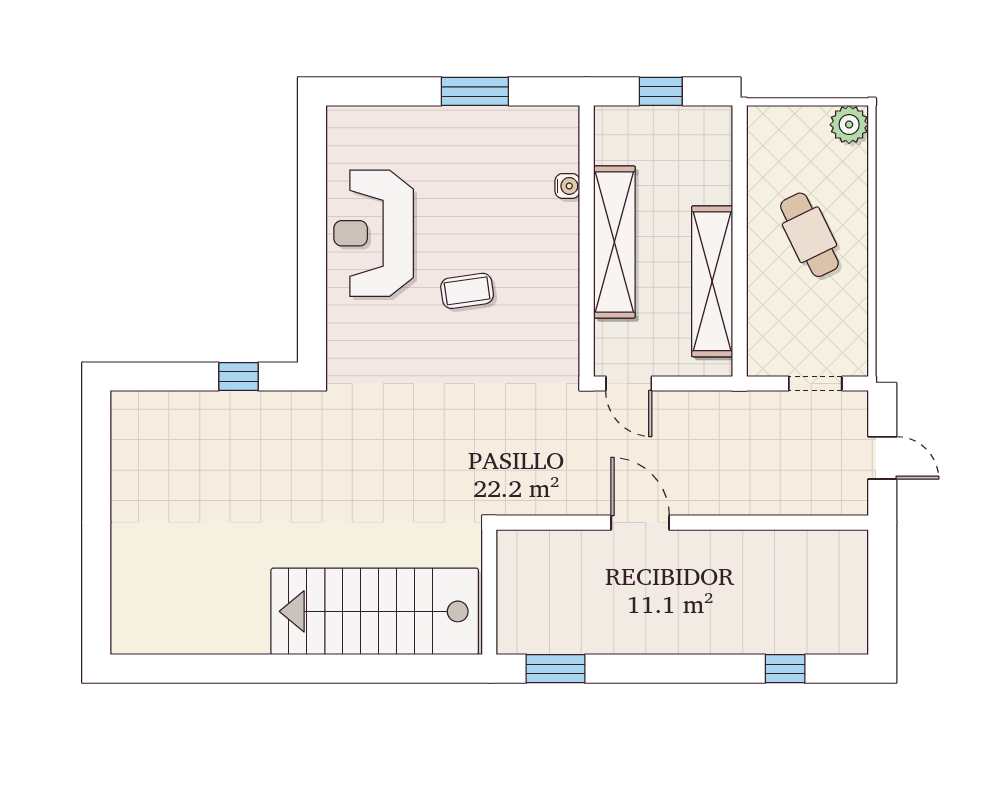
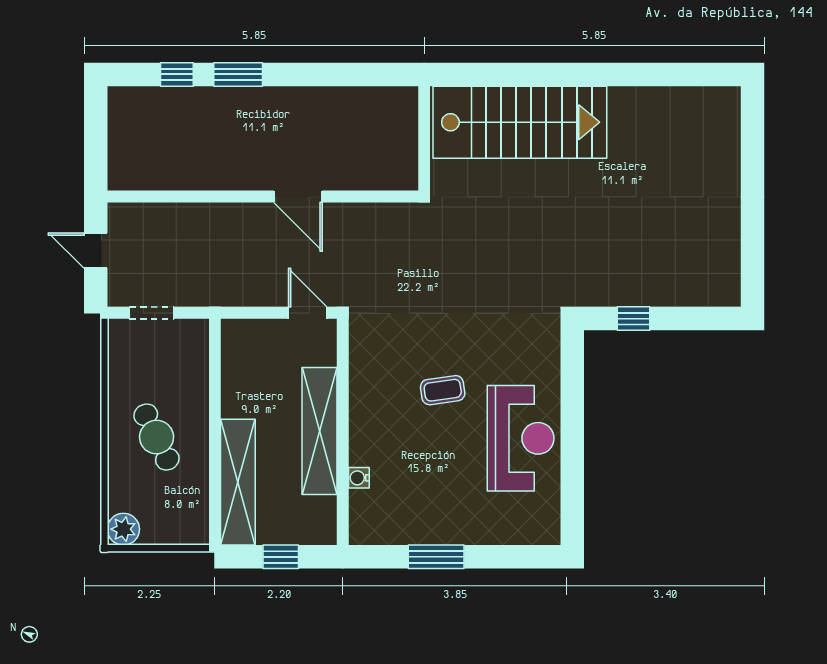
shelving: (712, 281) -> (238, 482), moved
window: (555, 669) -> (238, 74), moved

